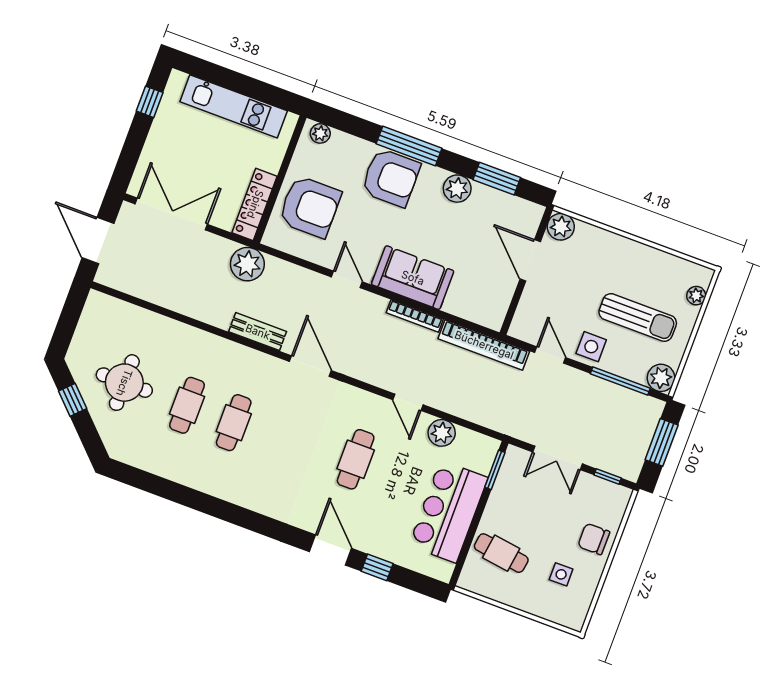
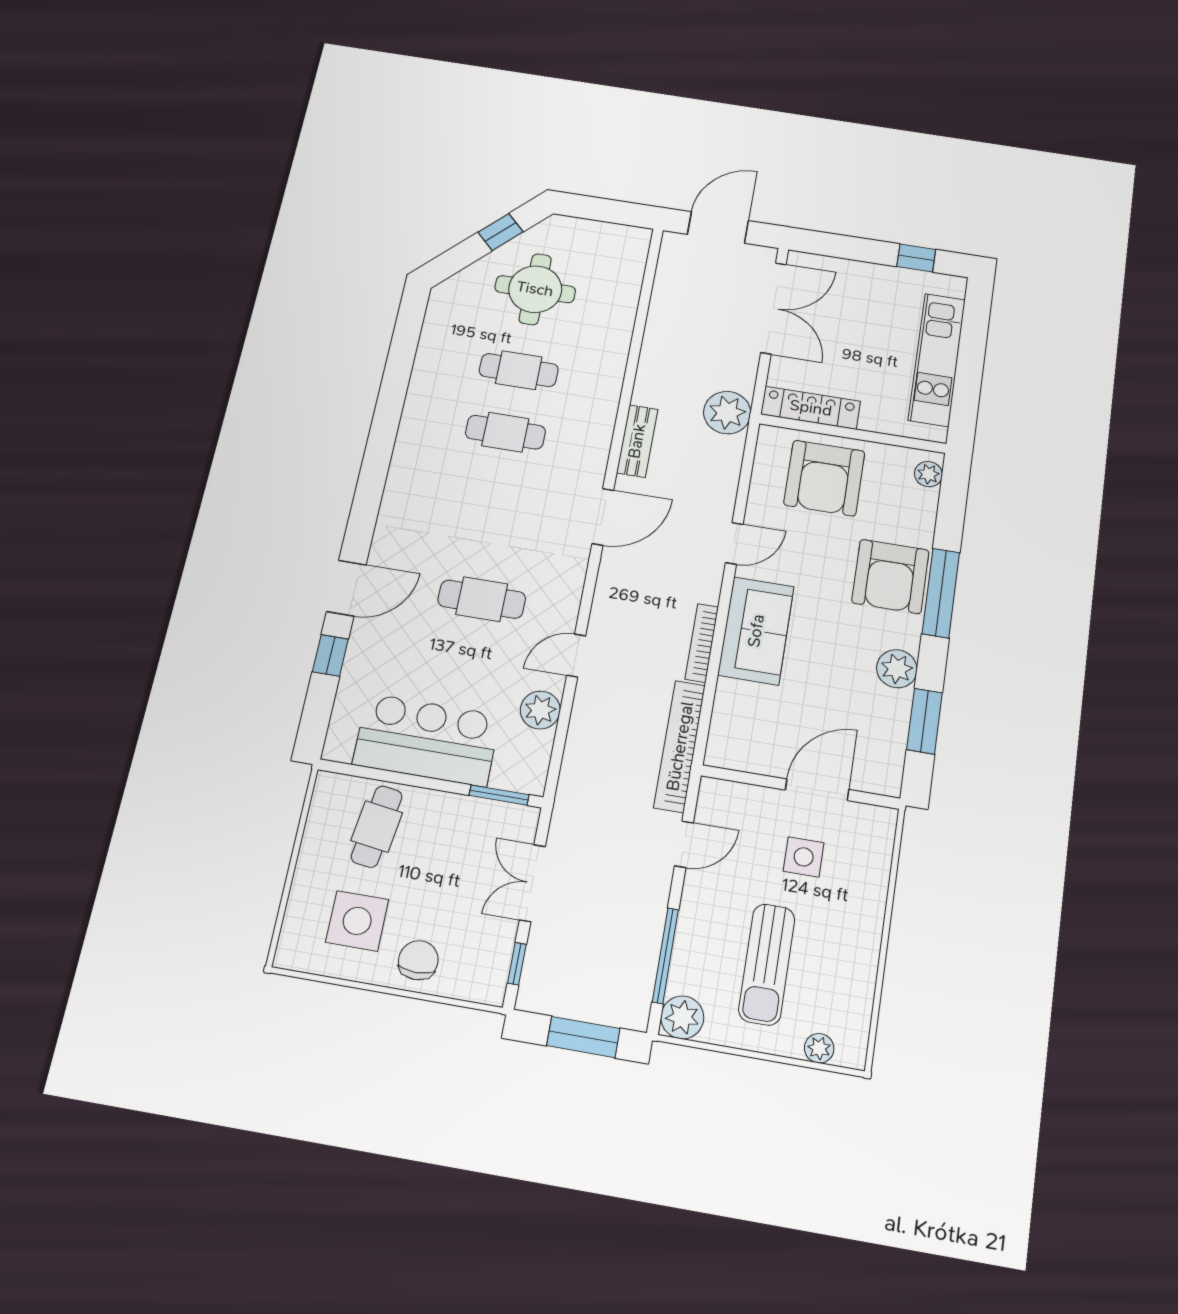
plant: (561, 227) -> (876, 825), removed
side table: (591, 347) -> (804, 857), moved
side table: (561, 574) -> (357, 921), width x1.87, depth x1.87

